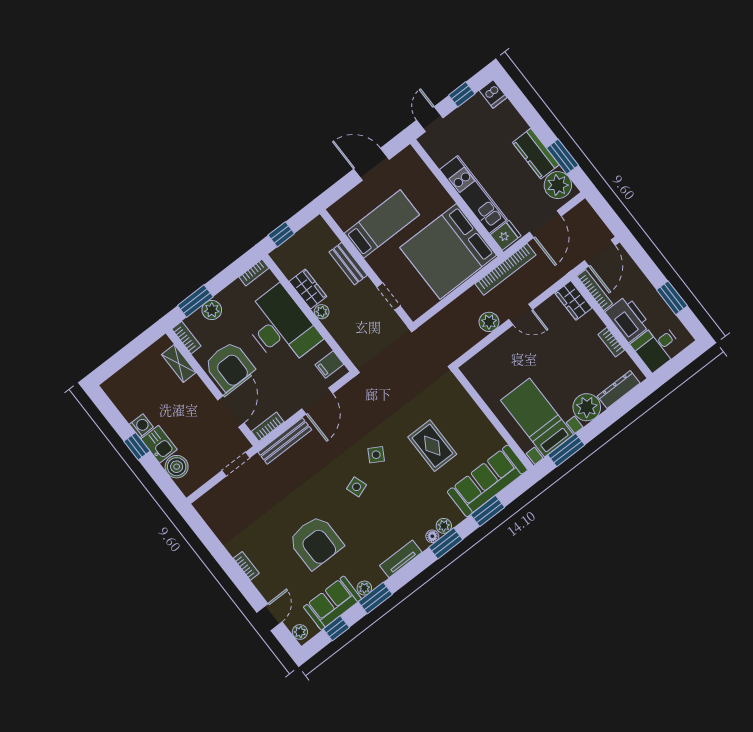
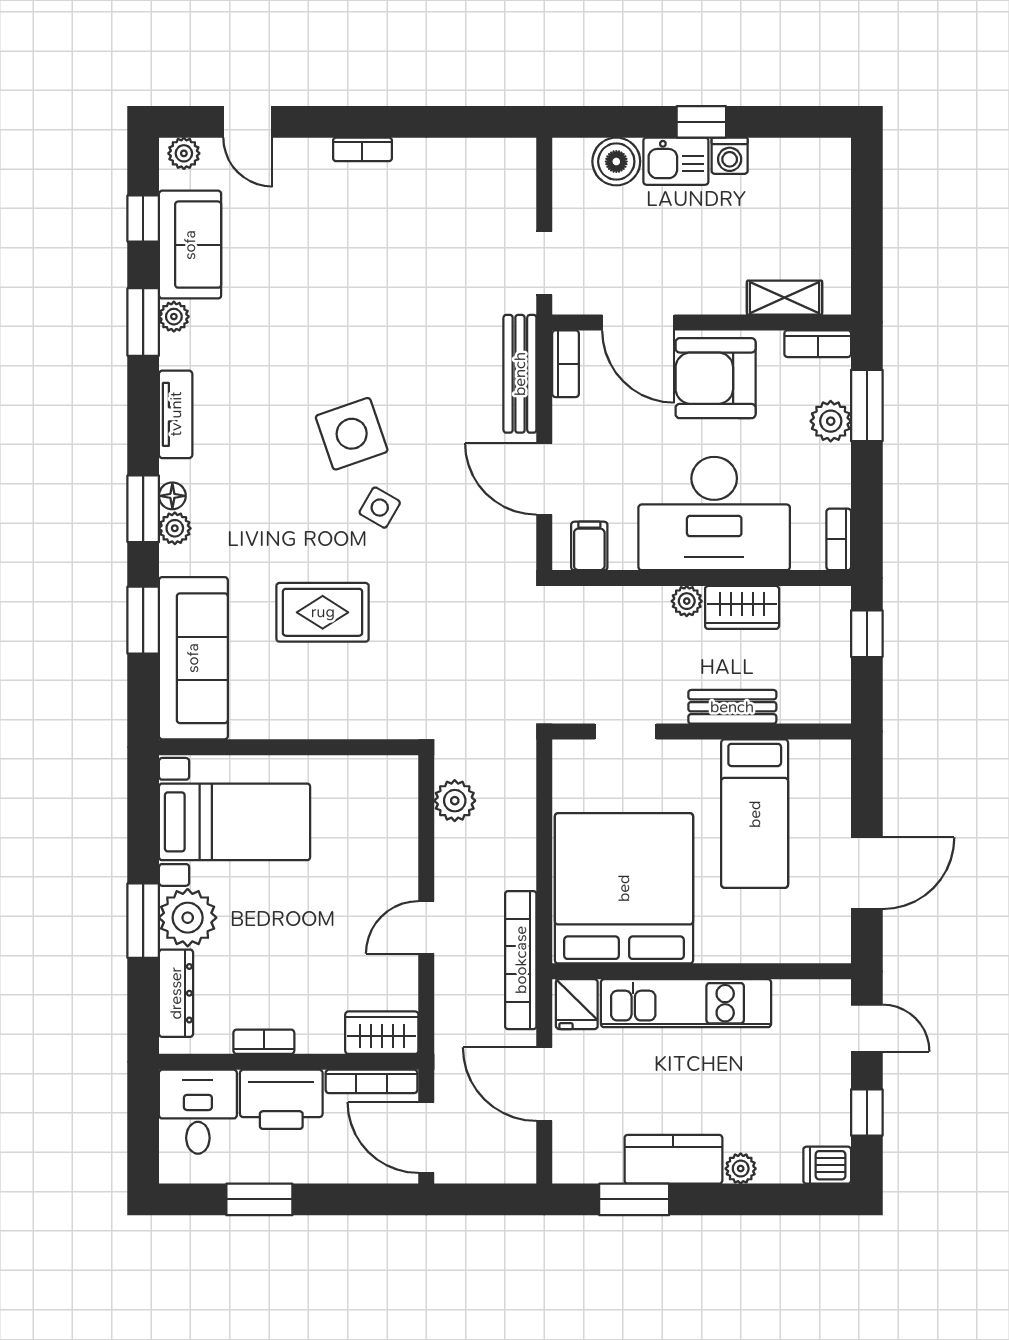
plant: (558, 185) -> (741, 1169), moved, width x0.53, depth x0.53
plant: (489, 322) -> (455, 801), moved
window: (566, 450) -> (143, 921), moved
side table: (357, 487) -> (352, 434), width x1.87, depth x1.87
armchair: (316, 542) -> (312, 295), removed

